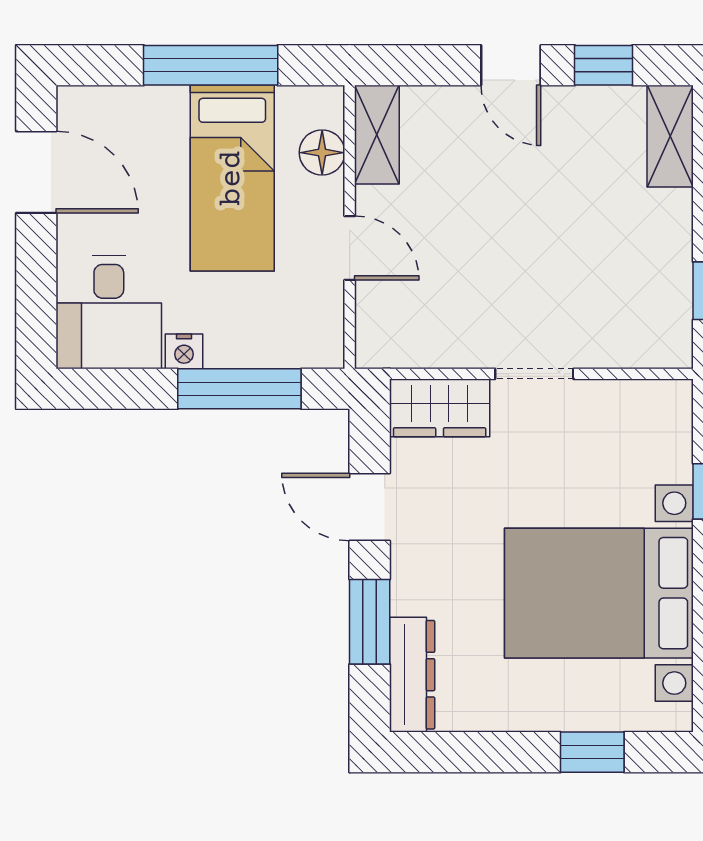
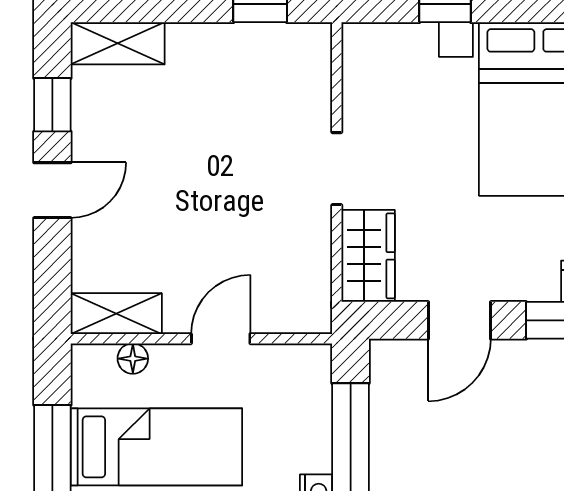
floor lamp: (322, 153) -> (133, 359), width x0.73, depth x0.73

